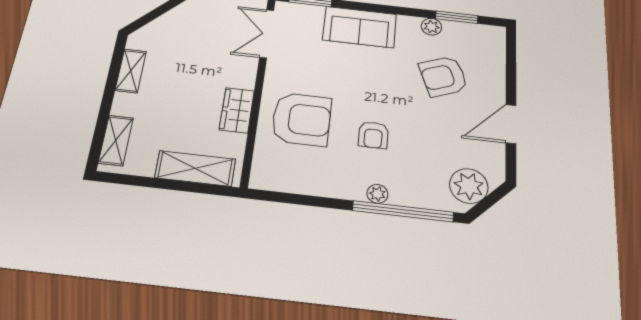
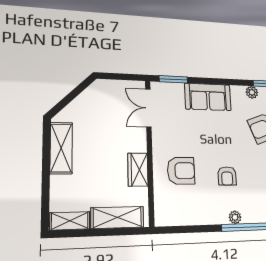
shelving: (131, 71) -> (61, 148), width x1.50, depth x1.33
armchair: (302, 119) -> (181, 171), width x0.73, depth x0.73
shelving: (116, 140) -> (70, 221), moved, turned 90

